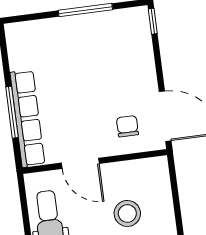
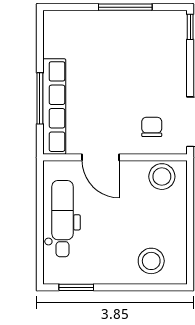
stool: (127, 213) -> (162, 177), moved

